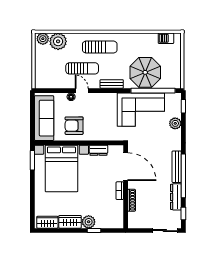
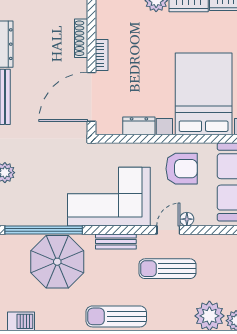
sun lounger: (100, 47) -> (116, 316), moved
door: (82, 91) -> (168, 230), swing flipped
corner sofa: (141, 110) -> (109, 197), moved
door: (126, 167) -> (92, 97), hinge flipped

